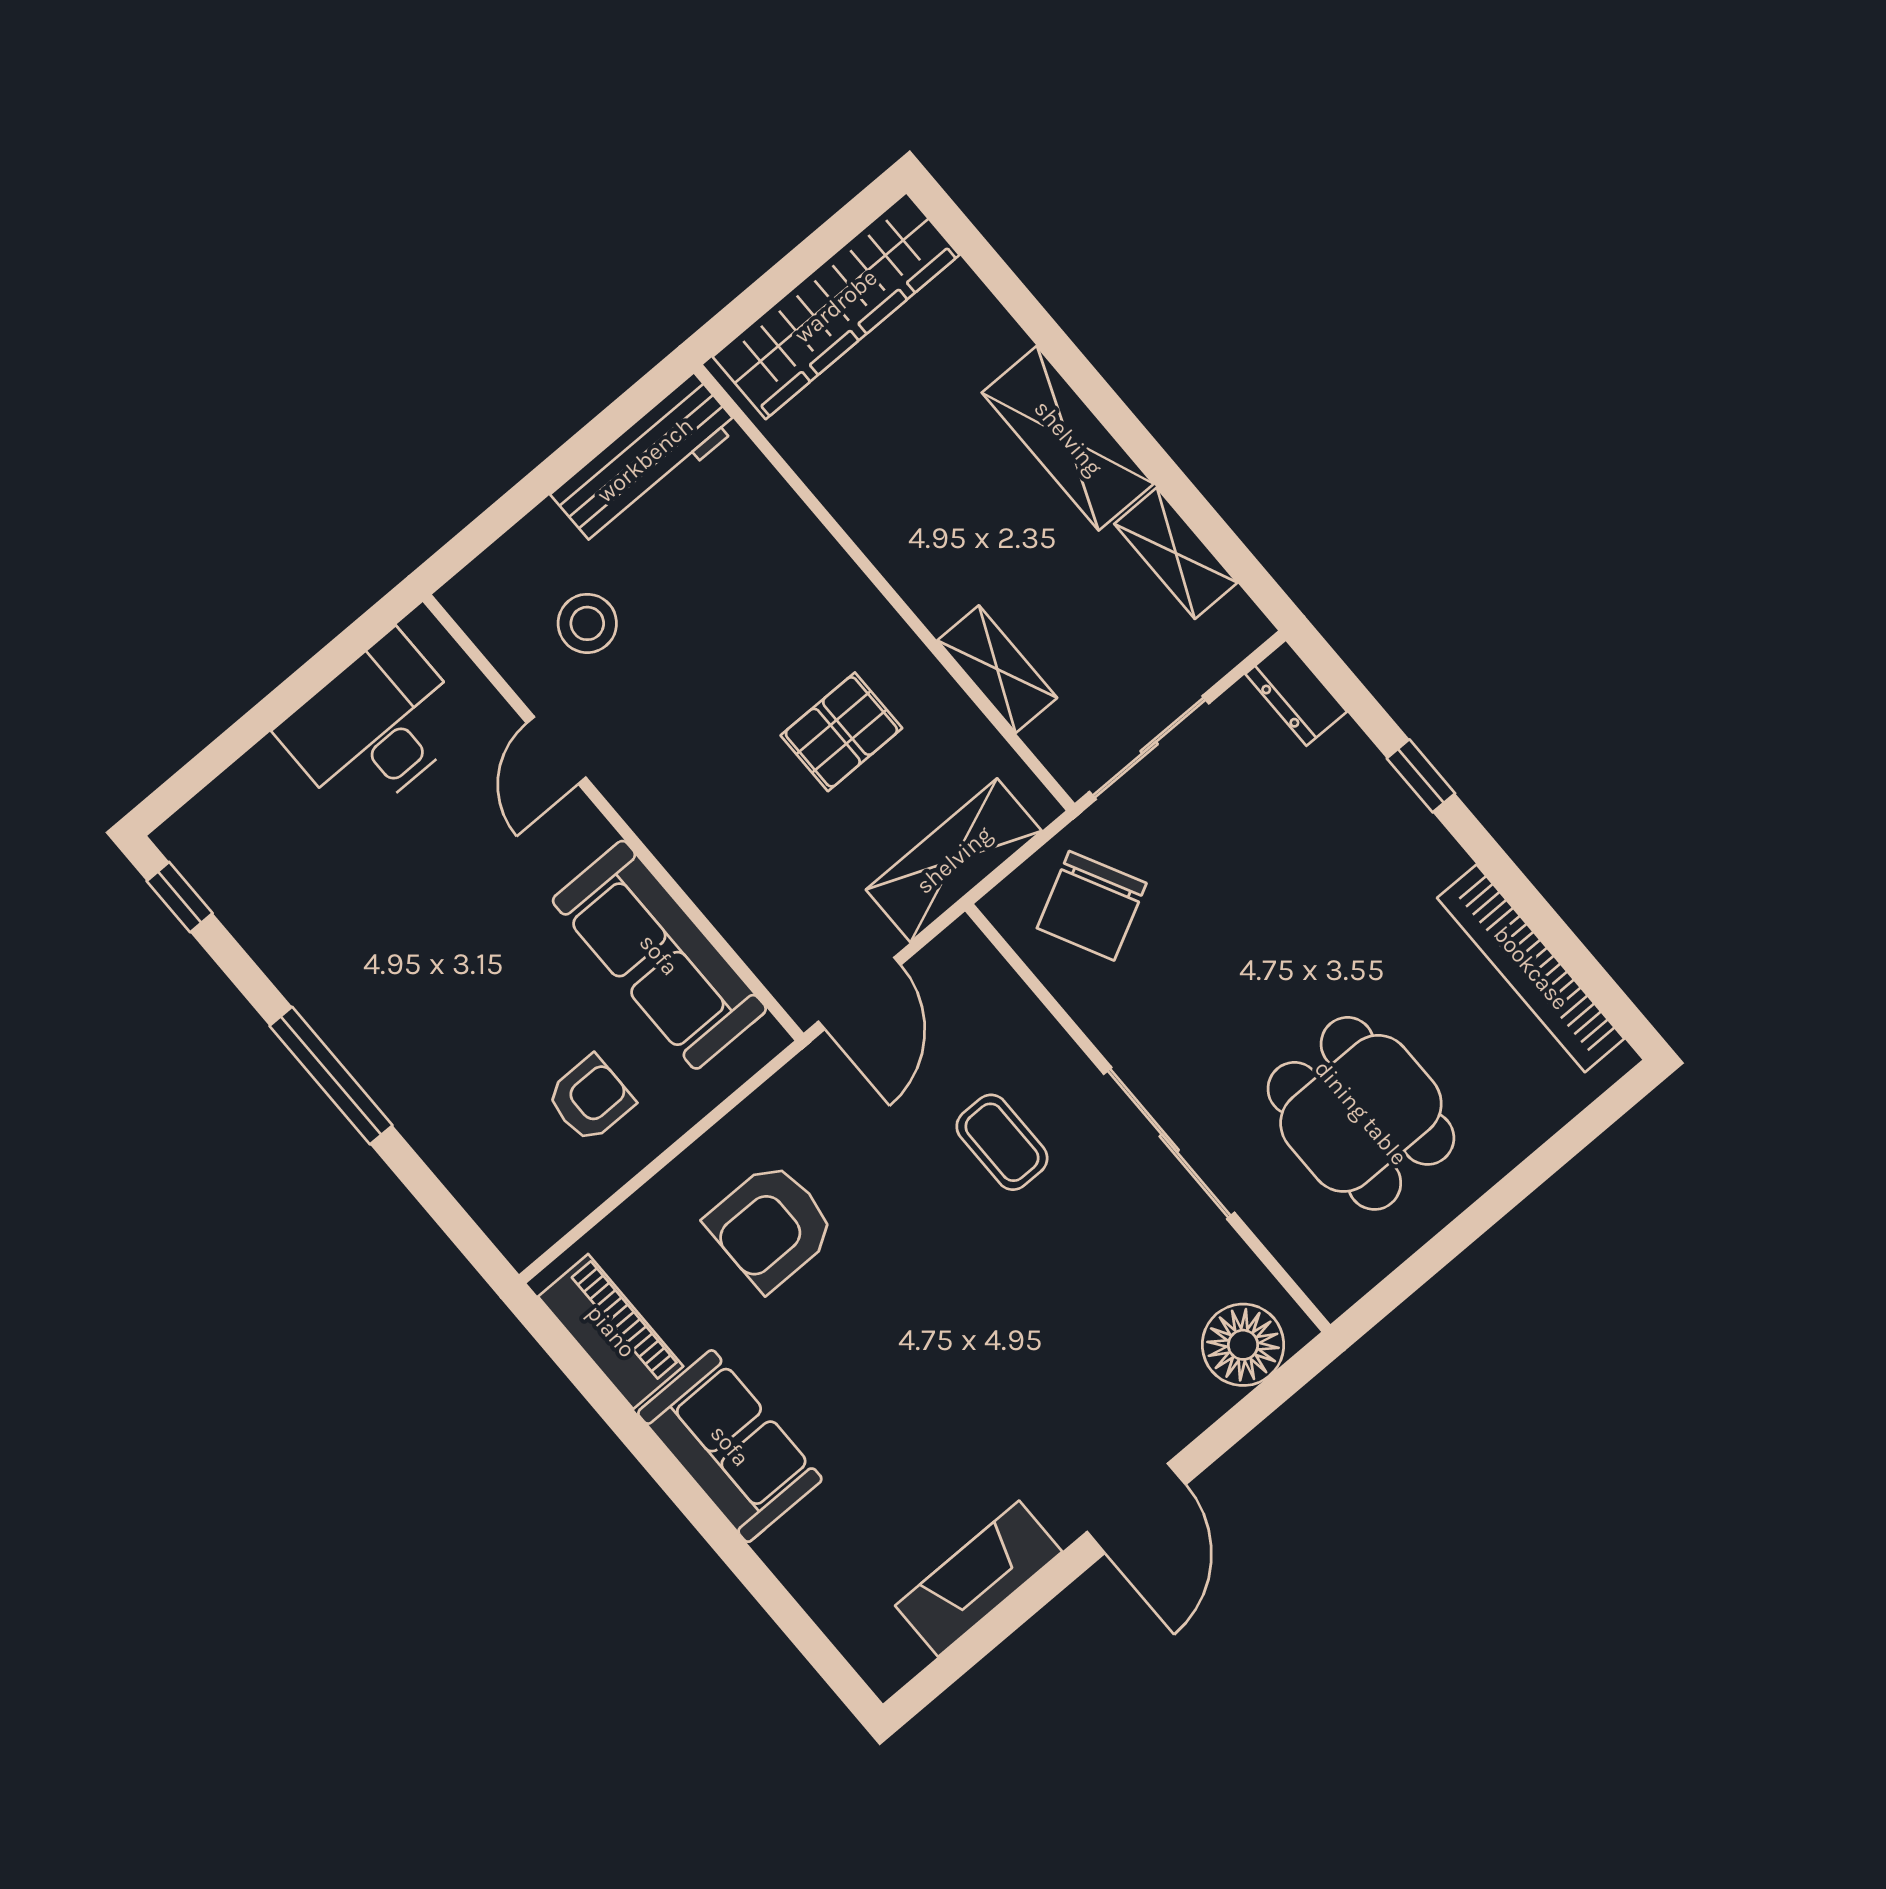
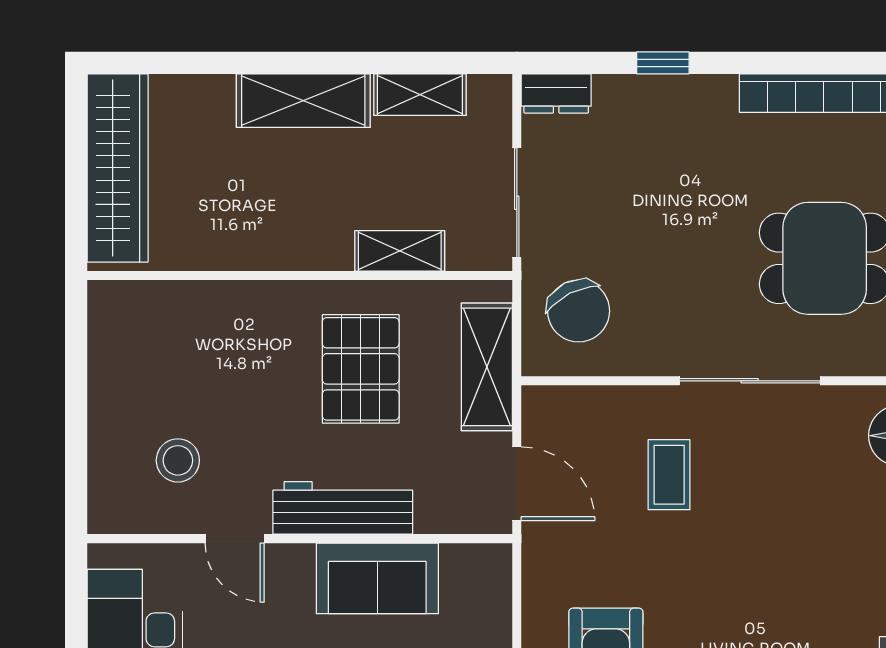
workbench: (645, 460) -> (343, 508), moved, turned -90
pallet: (841, 732) -> (361, 369), width x1.50, depth x1.42
sofa: (659, 955) -> (377, 578), width x0.73
coffee table: (1002, 1142) -> (669, 475), turned 90

